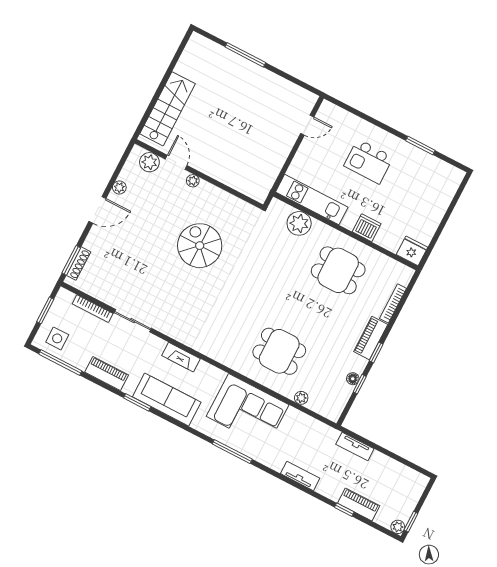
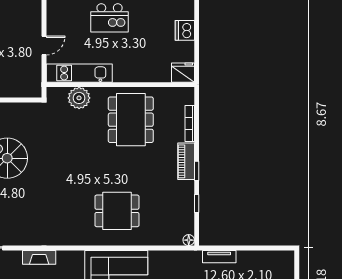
door: (307, 125) -> (44, 45), moved
dishwasher: (367, 228) -> (185, 30), moved, turned -90
dining table: (338, 270) -> (131, 120), width x1.38
floor lamp: (353, 379) -> (189, 240), moved
plant: (301, 398) -> (155, 240), removed

